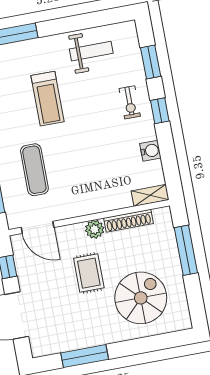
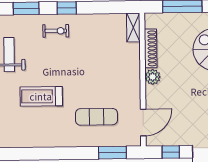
treadmill: (48, 99) -> (41, 96), turned 180
water cooler: (150, 151) -> (97, 21), removed
rug: (89, 273) -> (187, 88), removed

